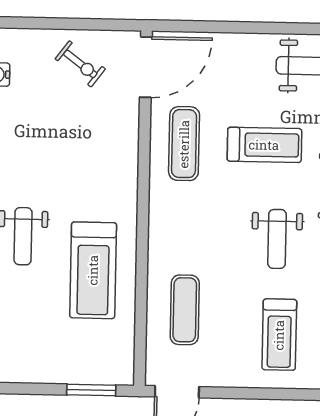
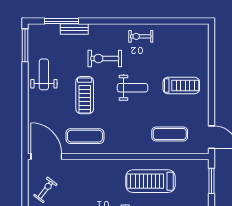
treadmill: (264, 145) -> (85, 95), turned 180
treadmill: (93, 270) -> (150, 181), turned 180

